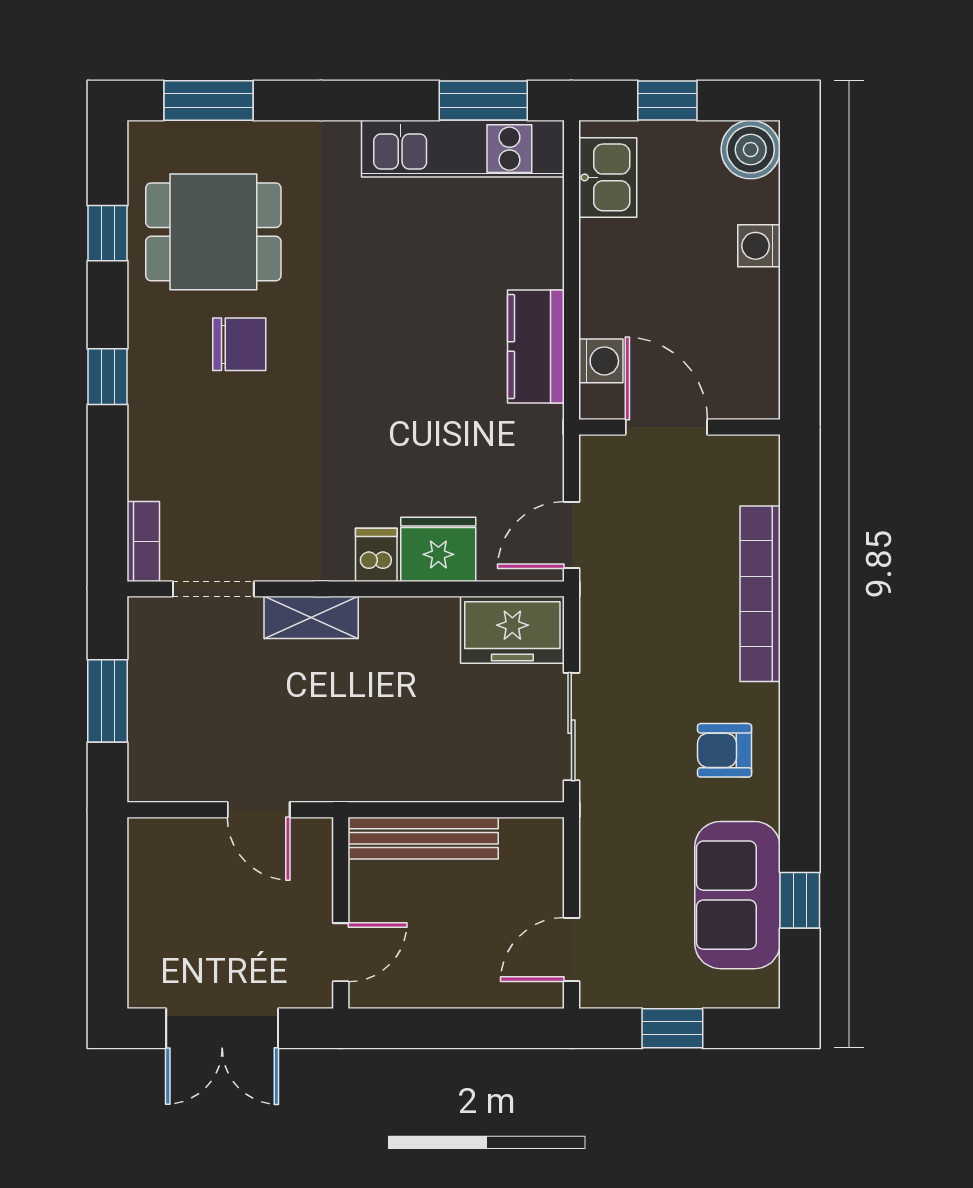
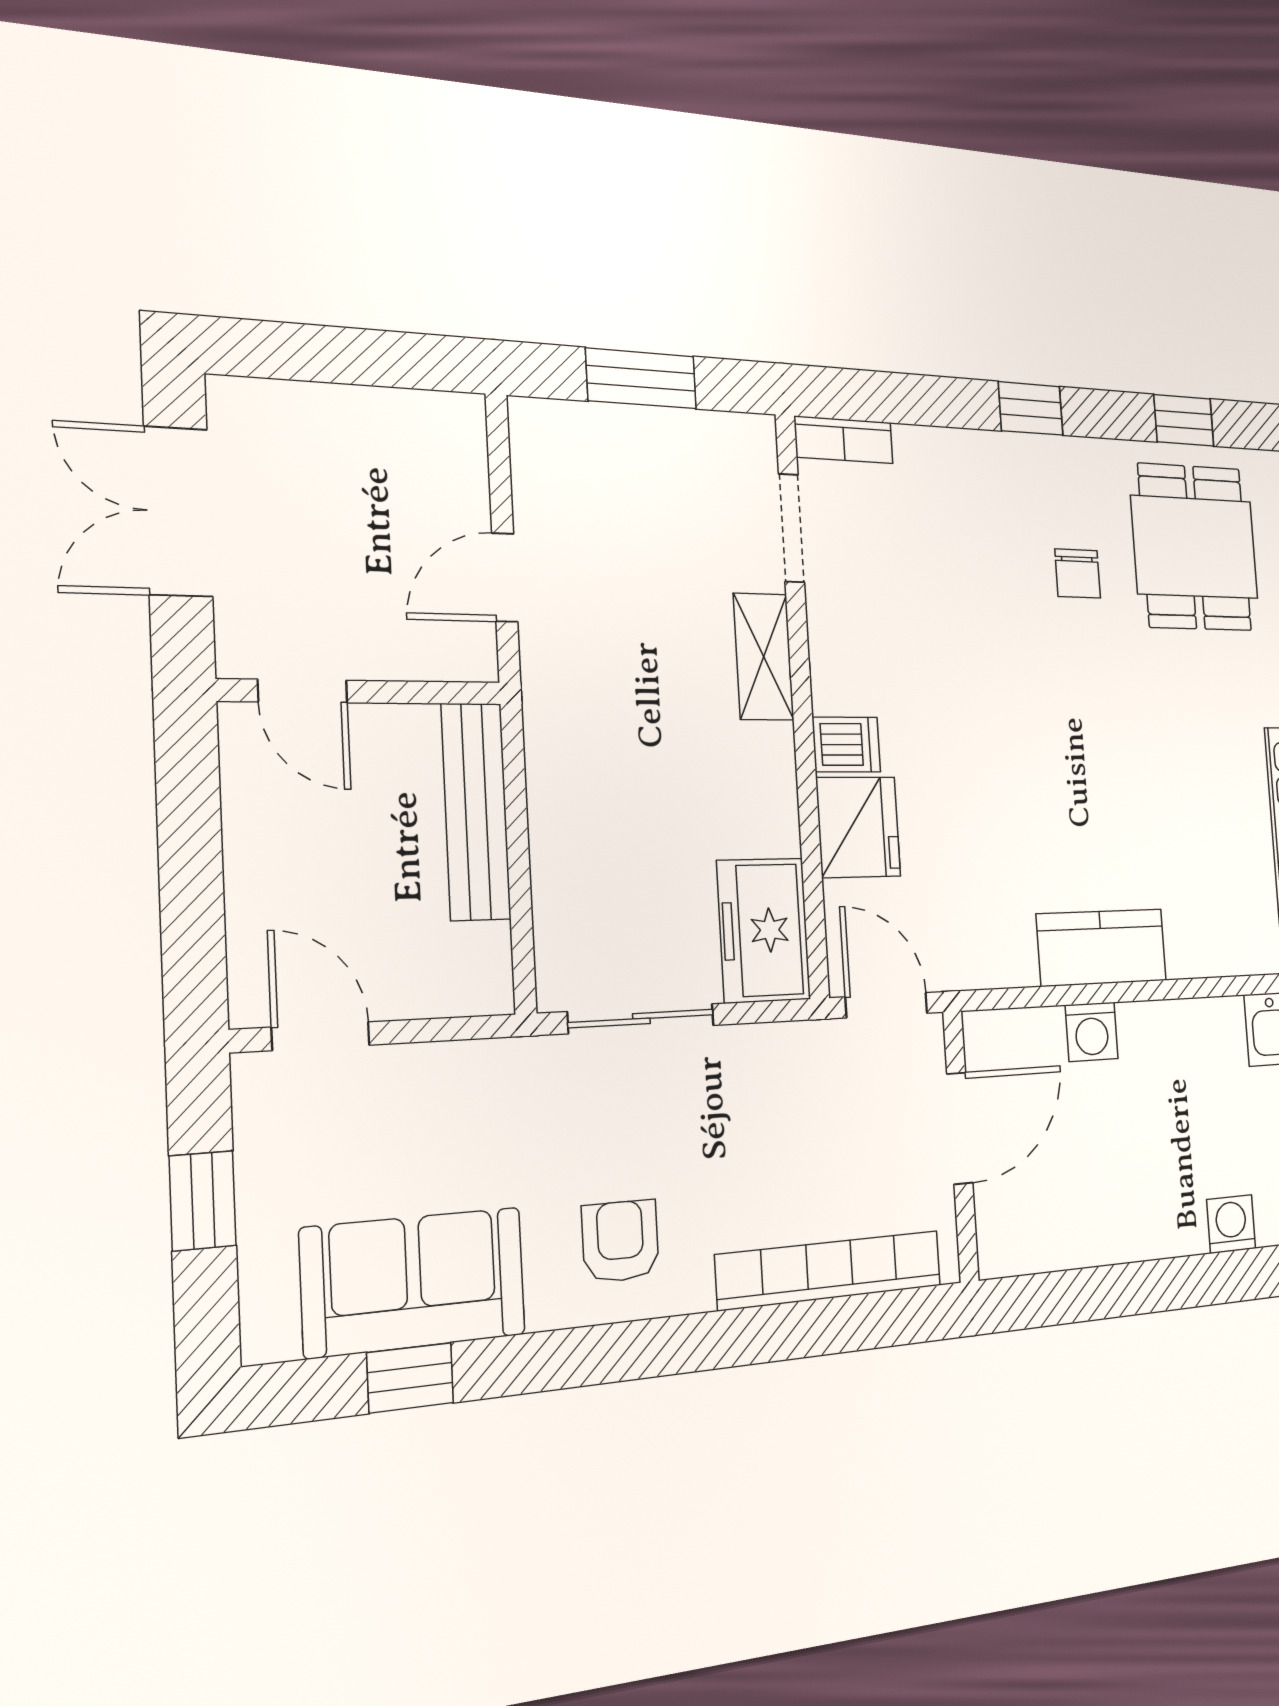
chair: (239, 344) -> (1078, 574), width x0.73, depth x0.73
door: (666, 427) -> (960, 1128), moved
wall: (679, 427) -> (961, 1146), moved

